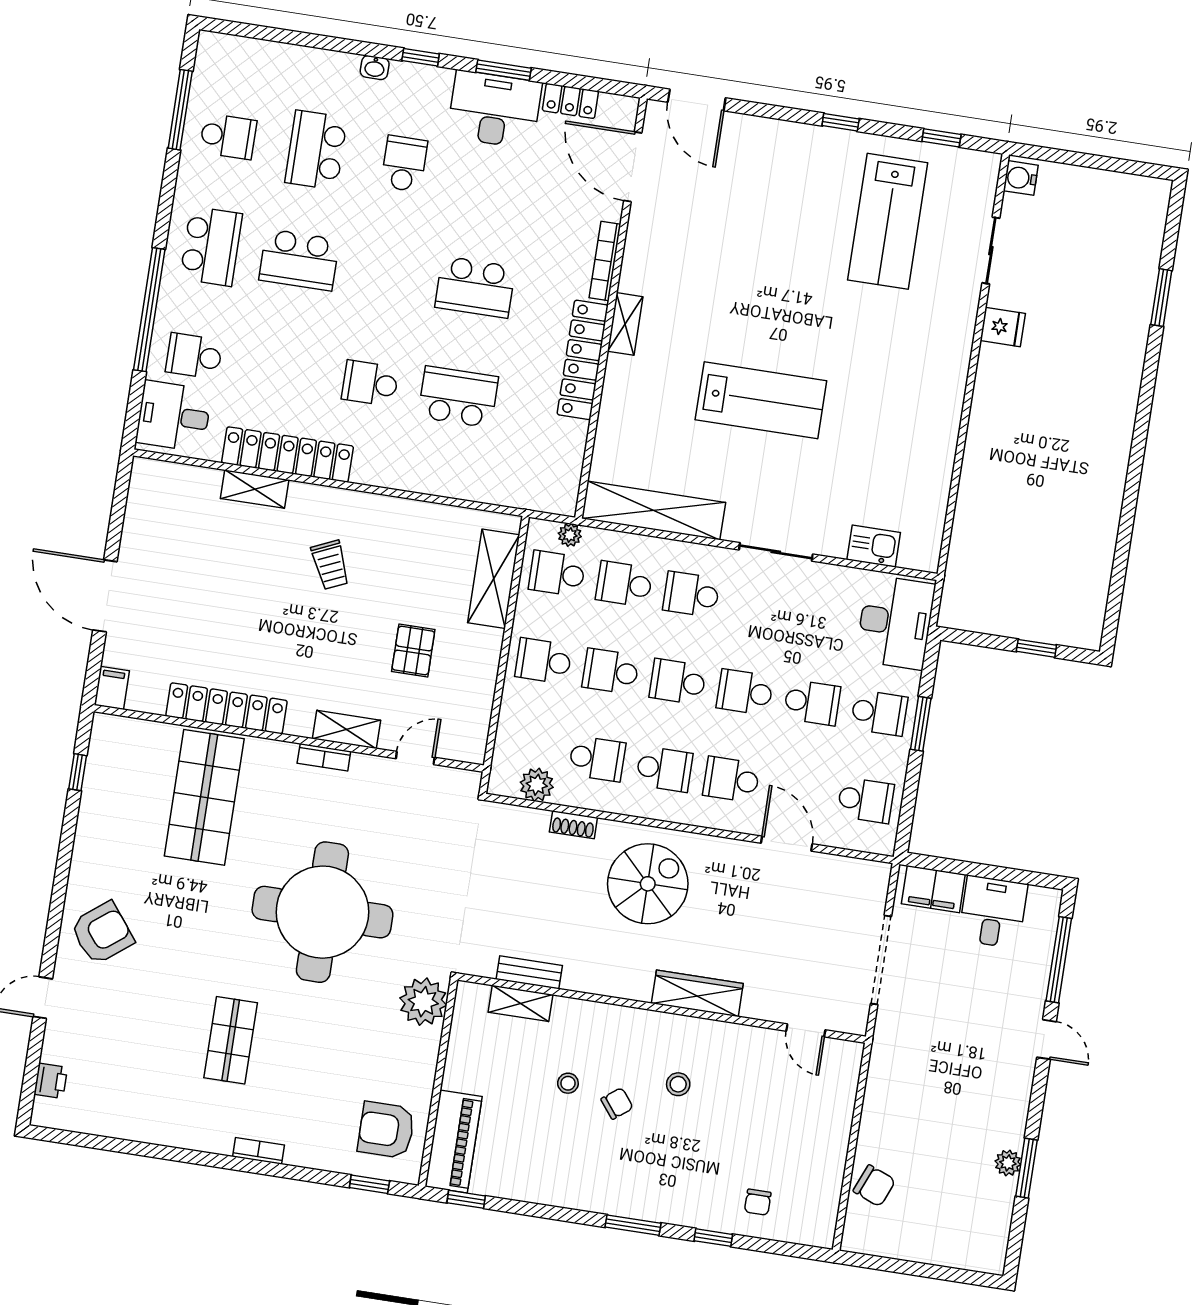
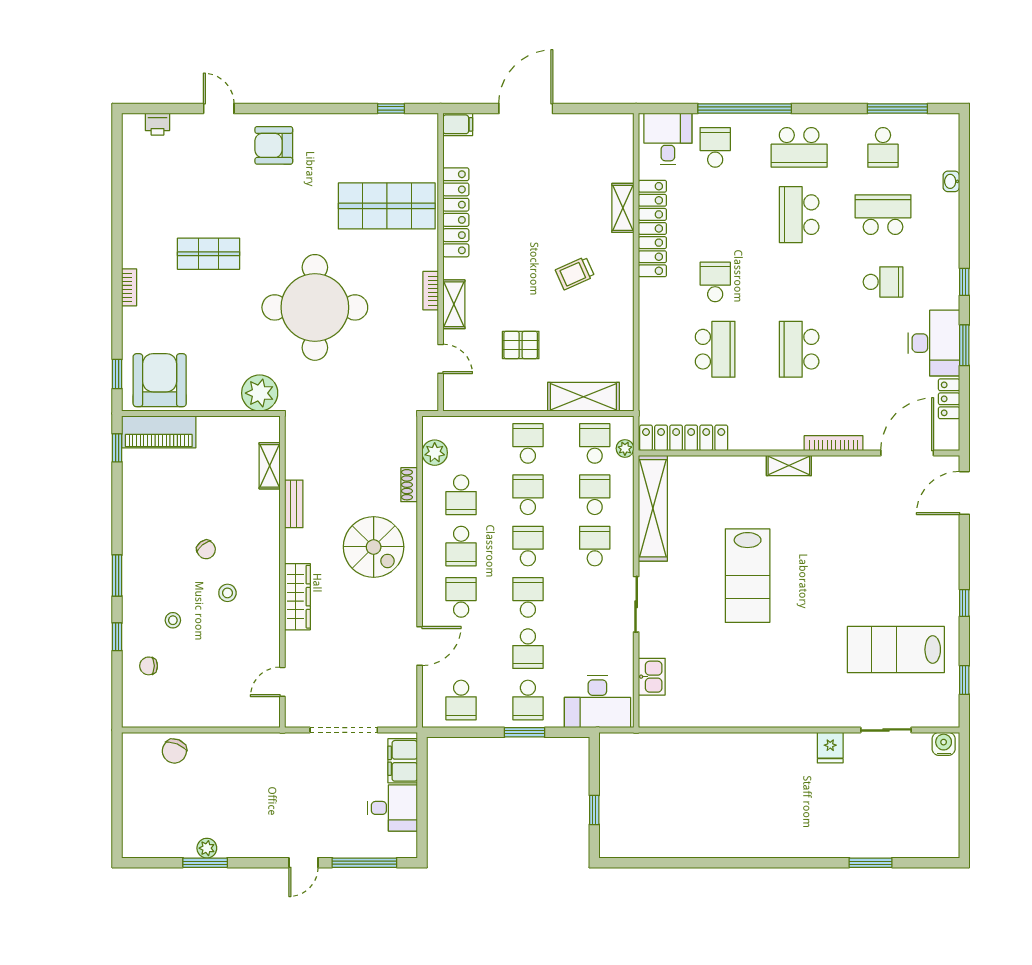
washbasin: (375, 68) -> (951, 181), moved
locker: (583, 360) -> (684, 438), moved
armchair: (102, 933) -> (274, 145), turned 128
bench: (529, 972) -> (294, 504), moved
stool: (568, 1083) -> (173, 620), moved
armchair: (386, 1130) -> (160, 380), width x1.36, depth x1.36

